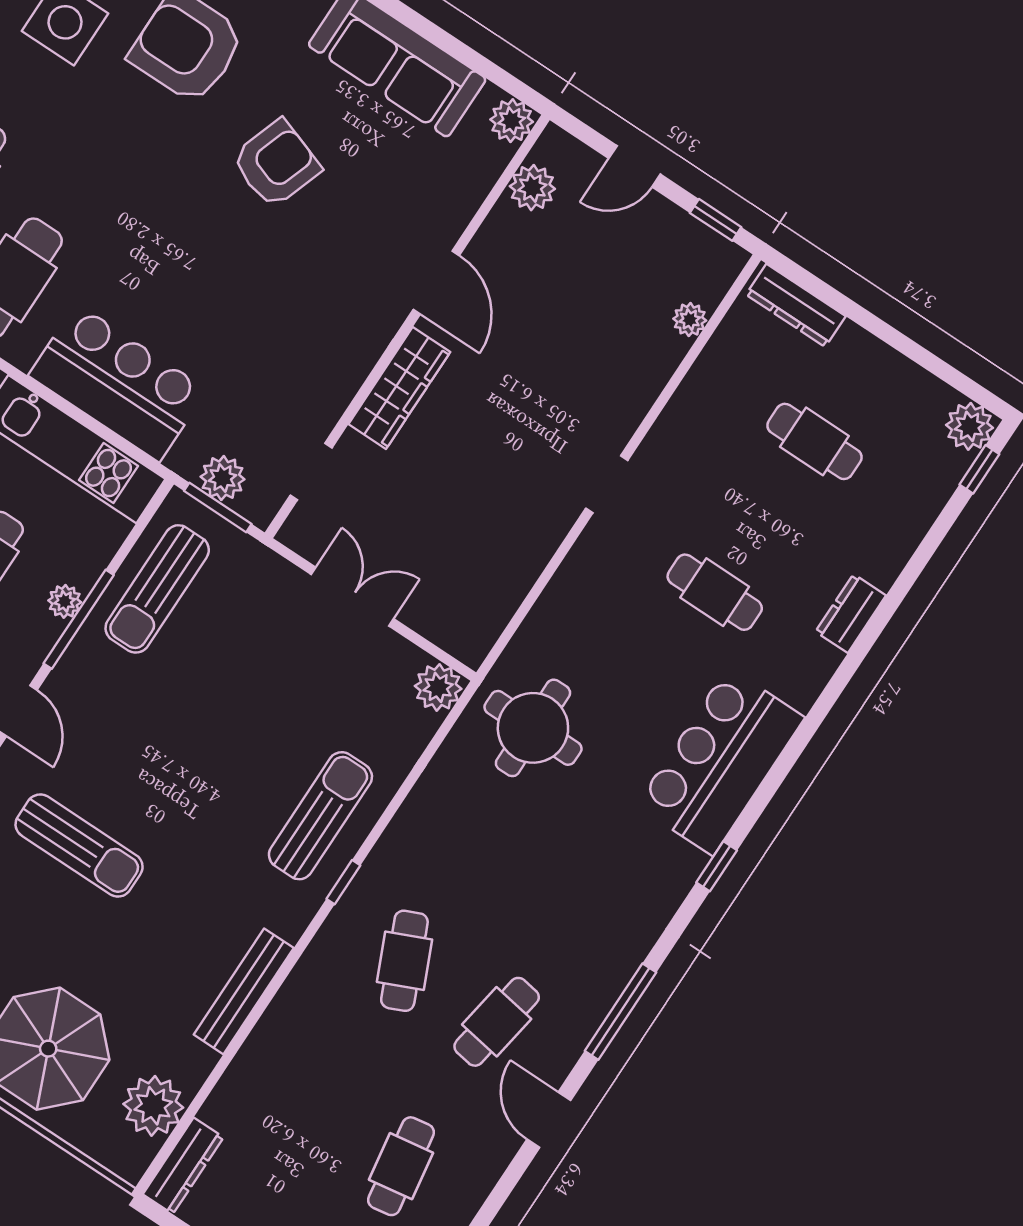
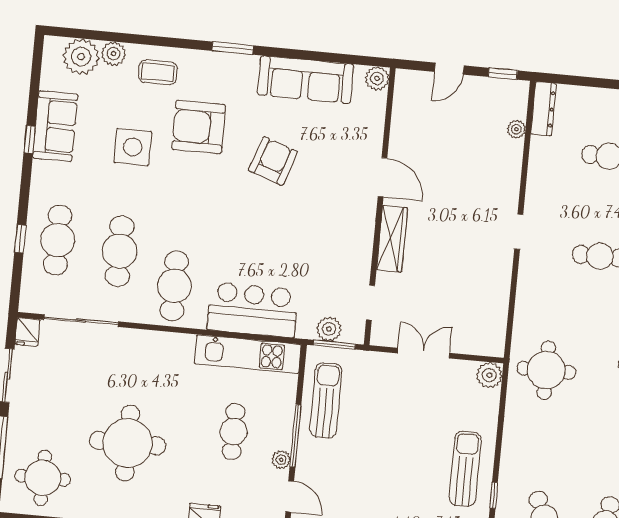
plant: (532, 188) -> (405, 106), removed
dresser: (796, 305) -> (543, 109), moved, turned -90
sun lounger: (157, 589) -> (326, 400), turned 180
plant: (65, 601) -> (281, 460), moved

